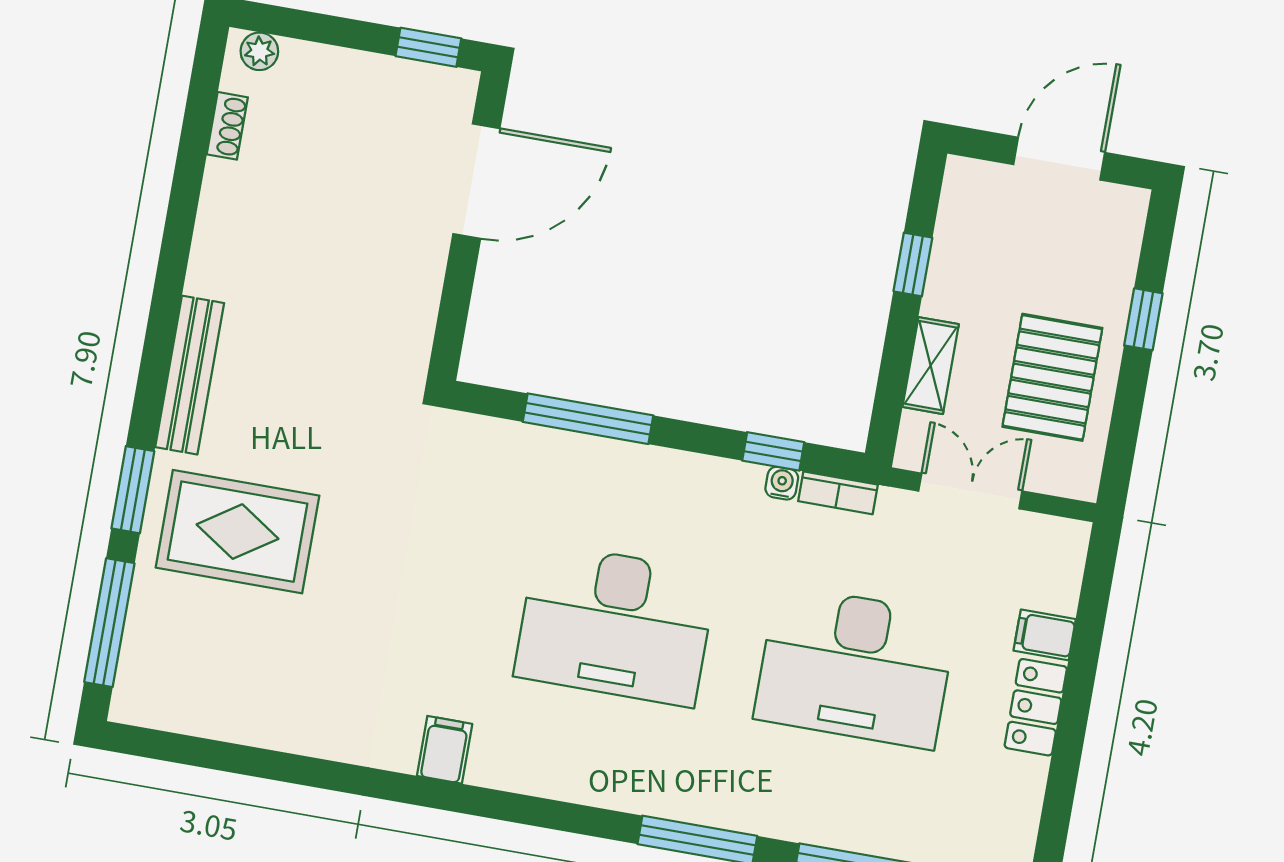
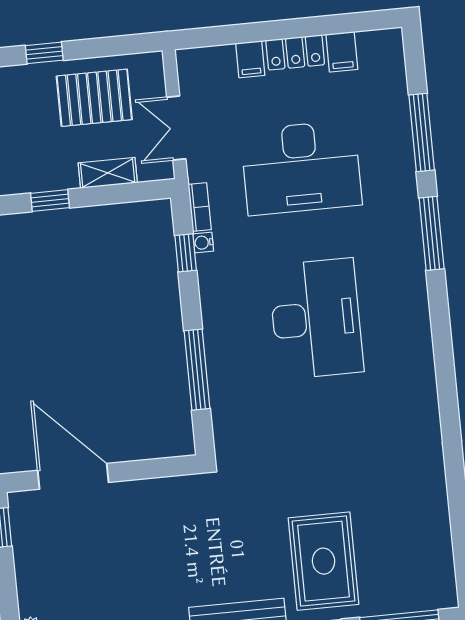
desk: (855, 667) -> (301, 168), turned 90
filing cabinet: (445, 750) -> (342, 52), moved, turned -90

